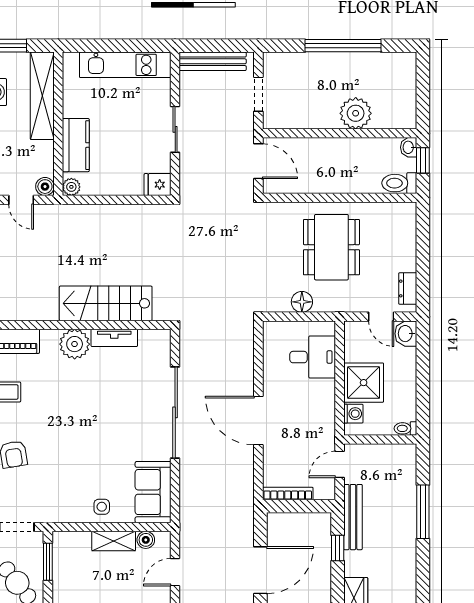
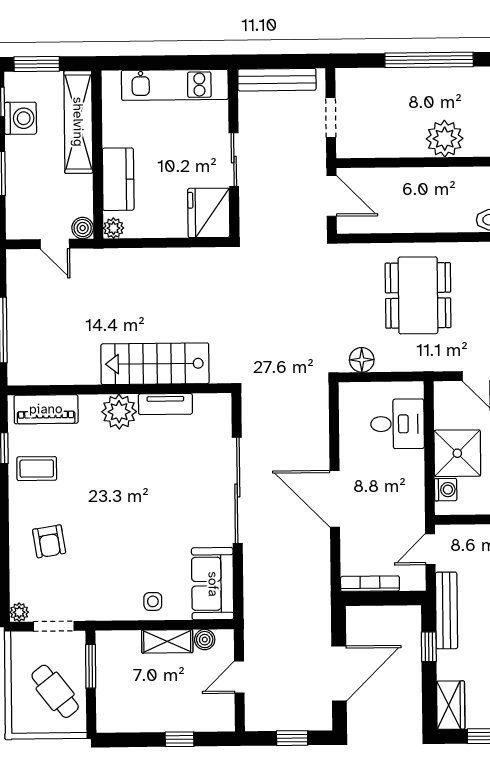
fridge: (158, 185) -> (209, 213), width x1.88, depth x1.34
floor lamp: (302, 302) -> (362, 360), moved

